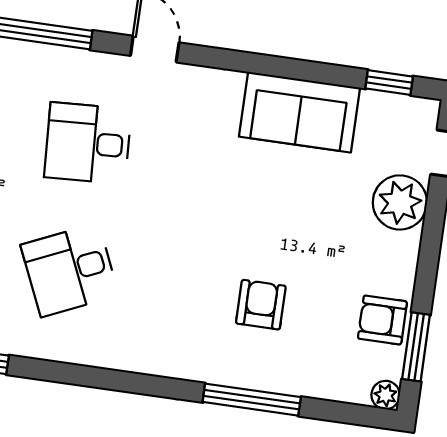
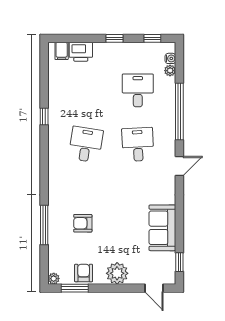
plant: (400, 202) -> (117, 273), moved
desk: (70, 270) -> (86, 144), turned 33
armchair: (261, 305) -> (83, 223), turned 180

